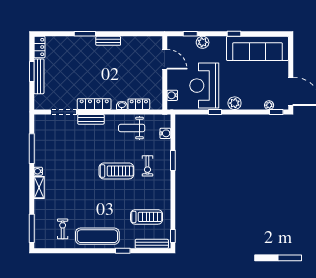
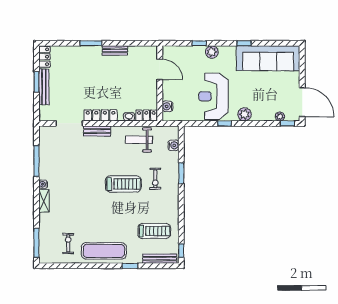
door: (165, 59) -> (160, 69), moved
wall: (165, 73) -> (160, 83), moved
water cooler: (172, 95) -> (167, 106), moved

